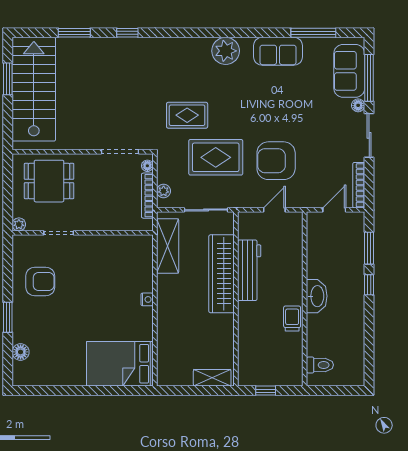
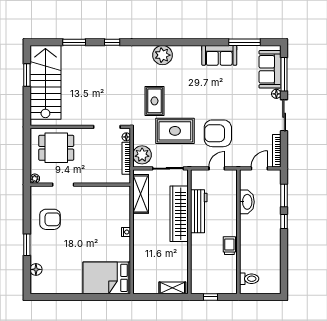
plant: (226, 51) -> (162, 55), moved
rug: (187, 115) -> (155, 101), turned 90
plant: (164, 191) -> (142, 155), width x1.88, depth x1.88
washbasin: (317, 296) -> (247, 202), moved

